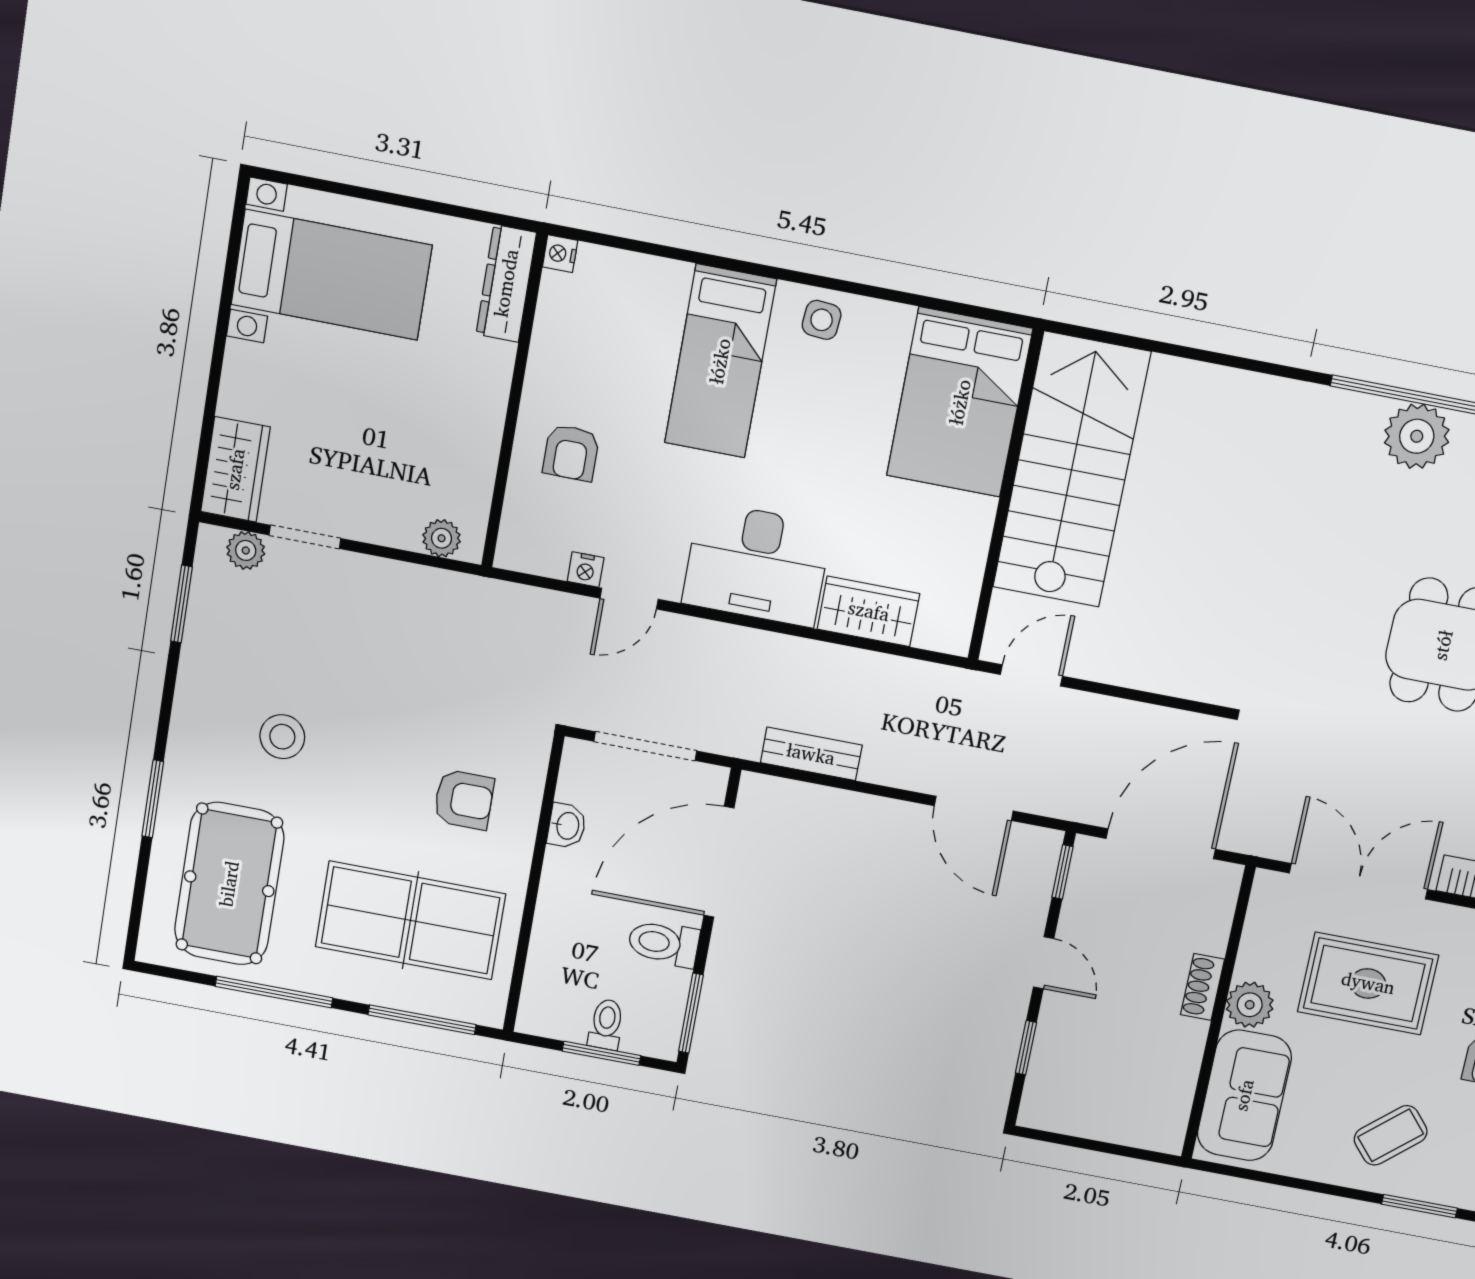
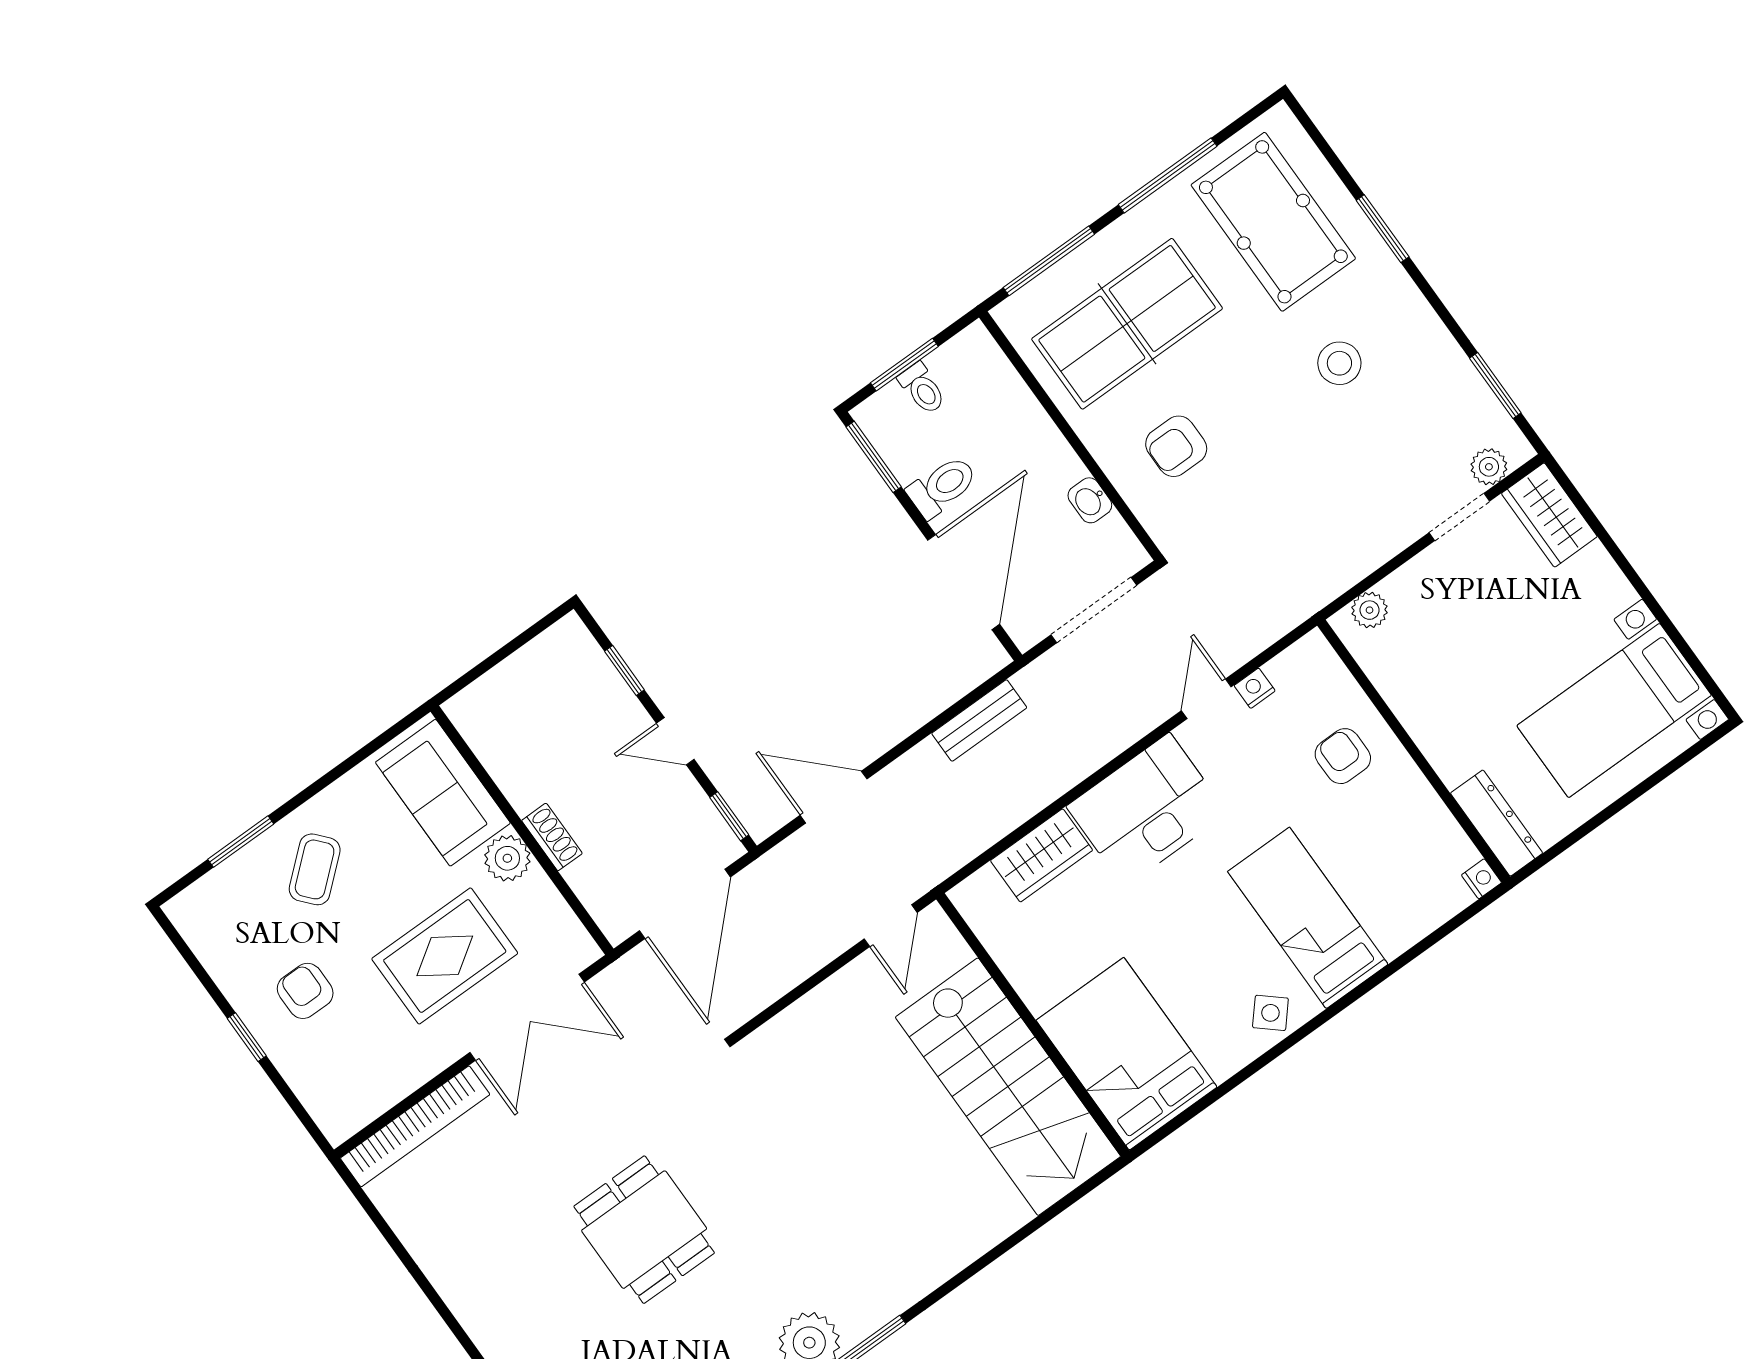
side table: (822, 320) -> (1270, 1013), turned 36

